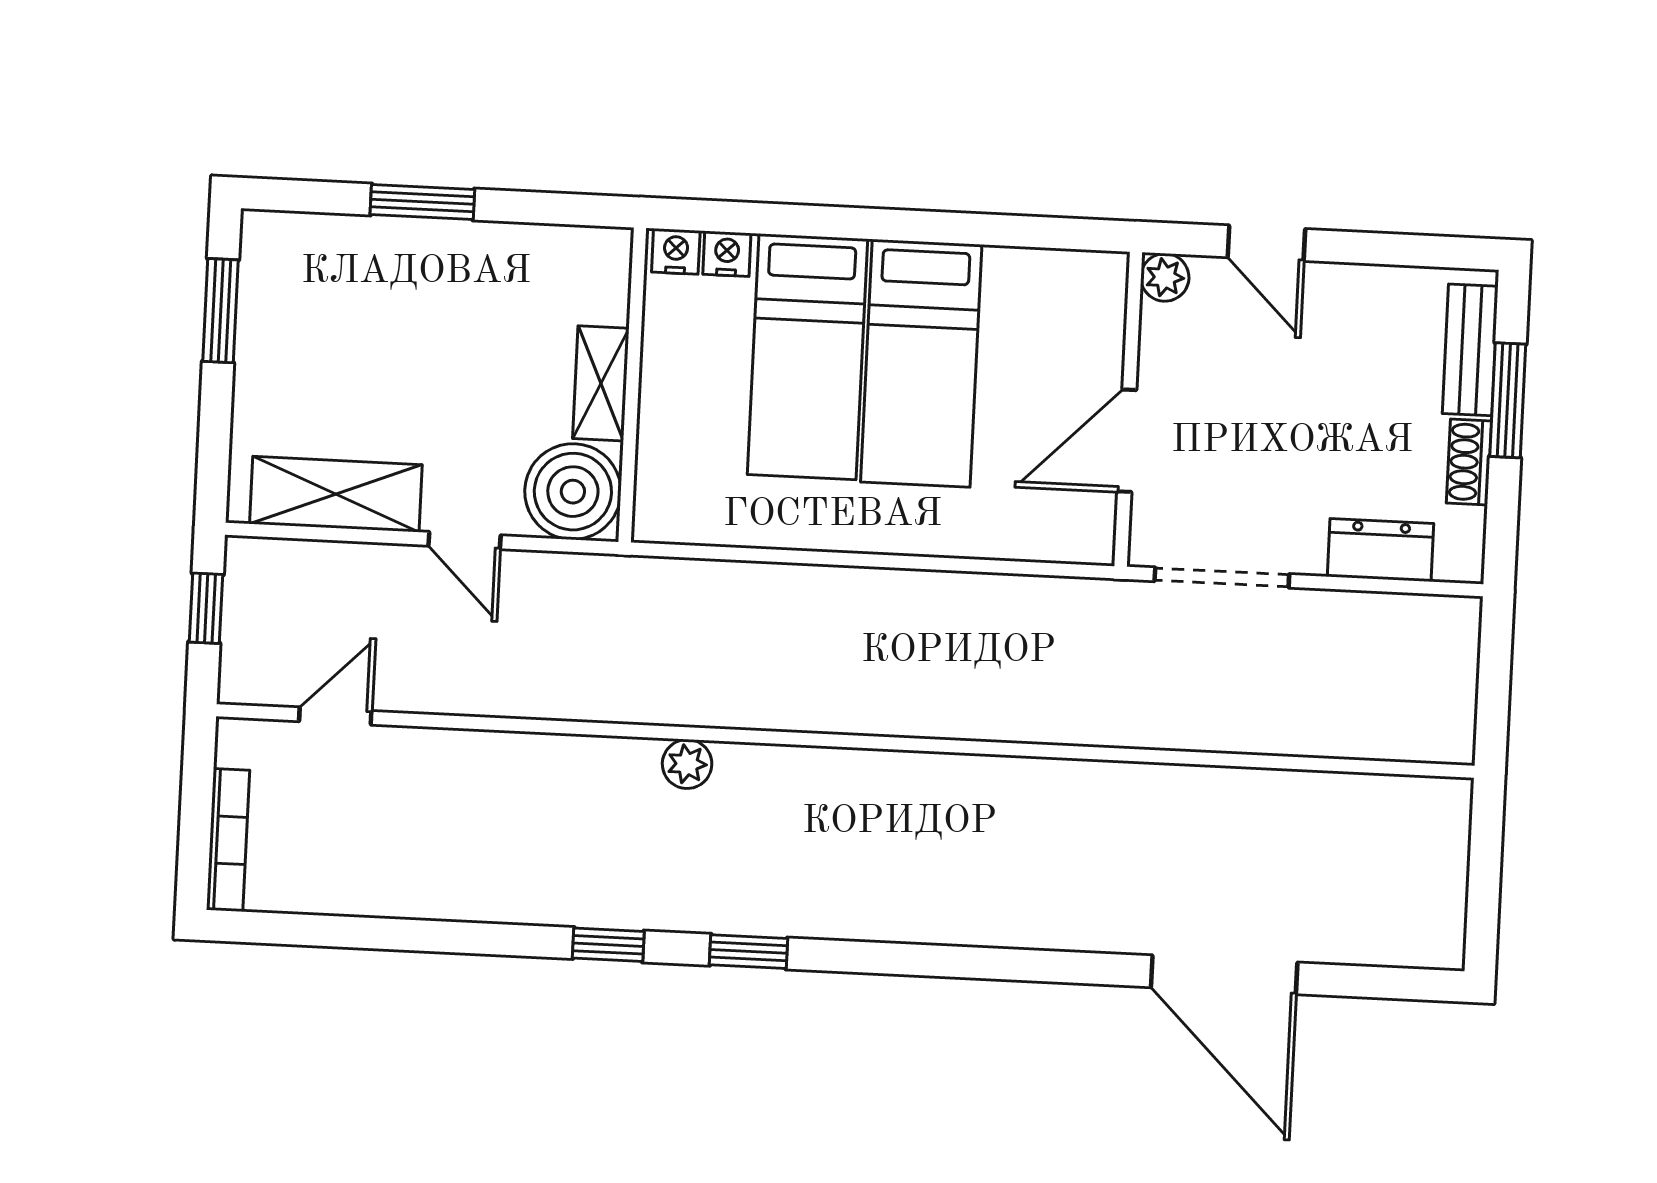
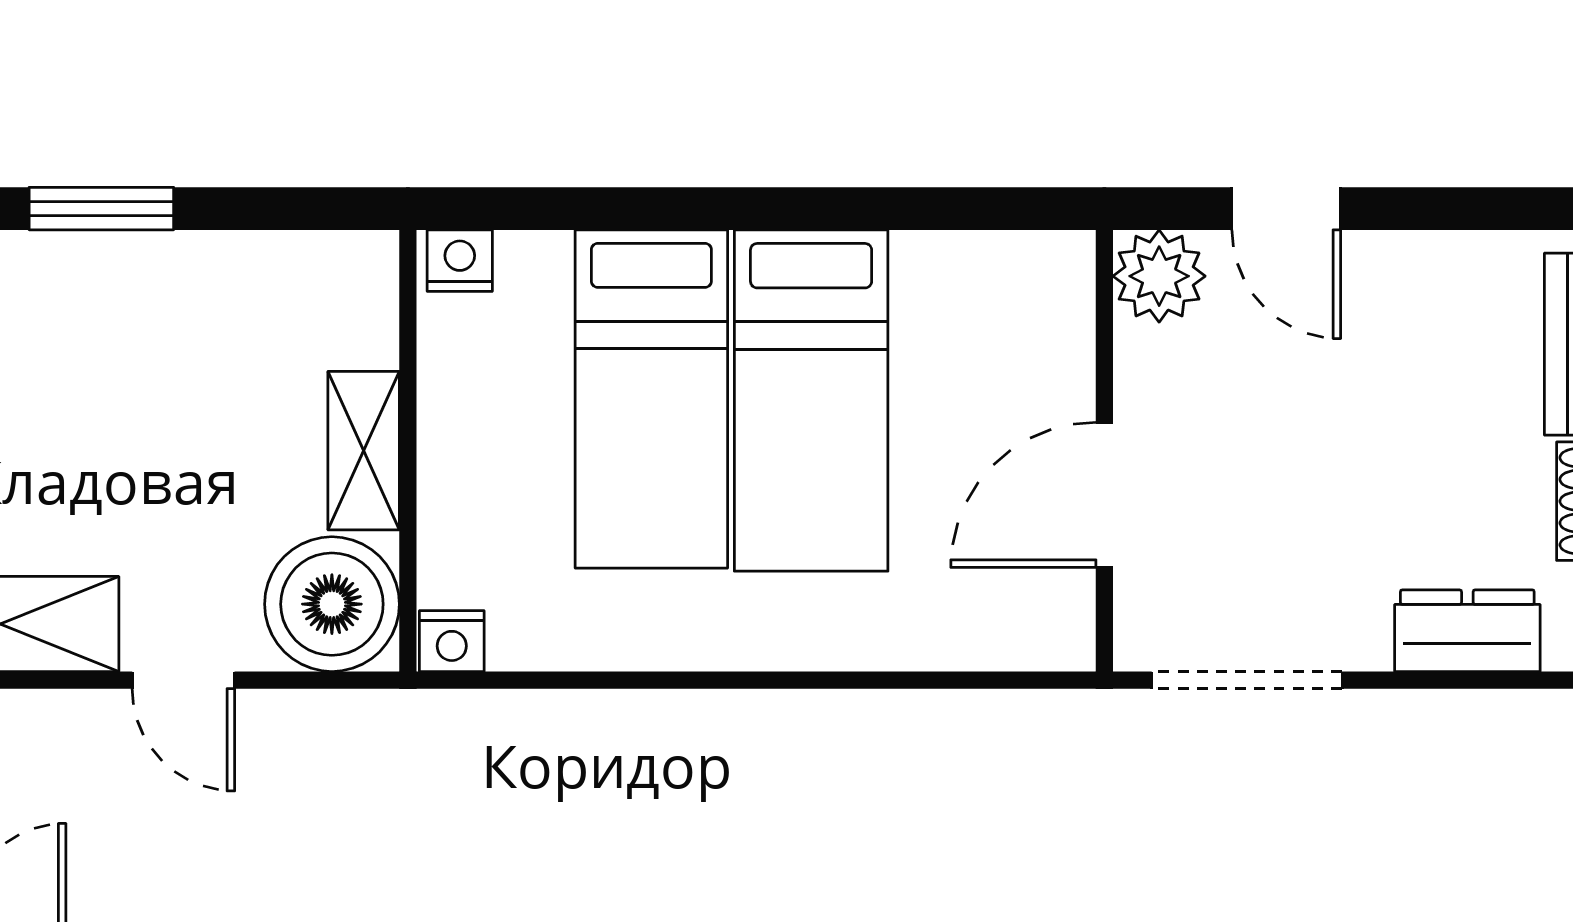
nightstand: (727, 254) -> (452, 641), moved, turned 180
plant: (1165, 277) -> (1159, 276), width x1.38, depth x1.38

